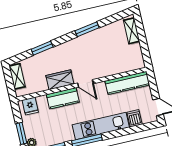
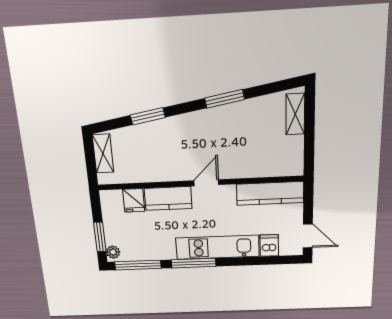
wardrobe: (60, 80) -> (168, 170), removed
door: (85, 83) -> (206, 183), swing flipped
fridge: (30, 106) -> (134, 200), moved

